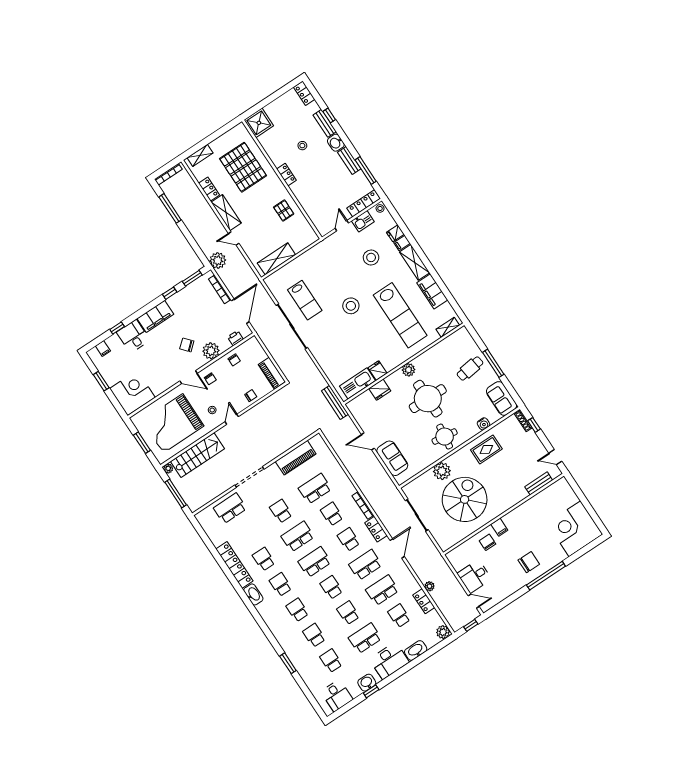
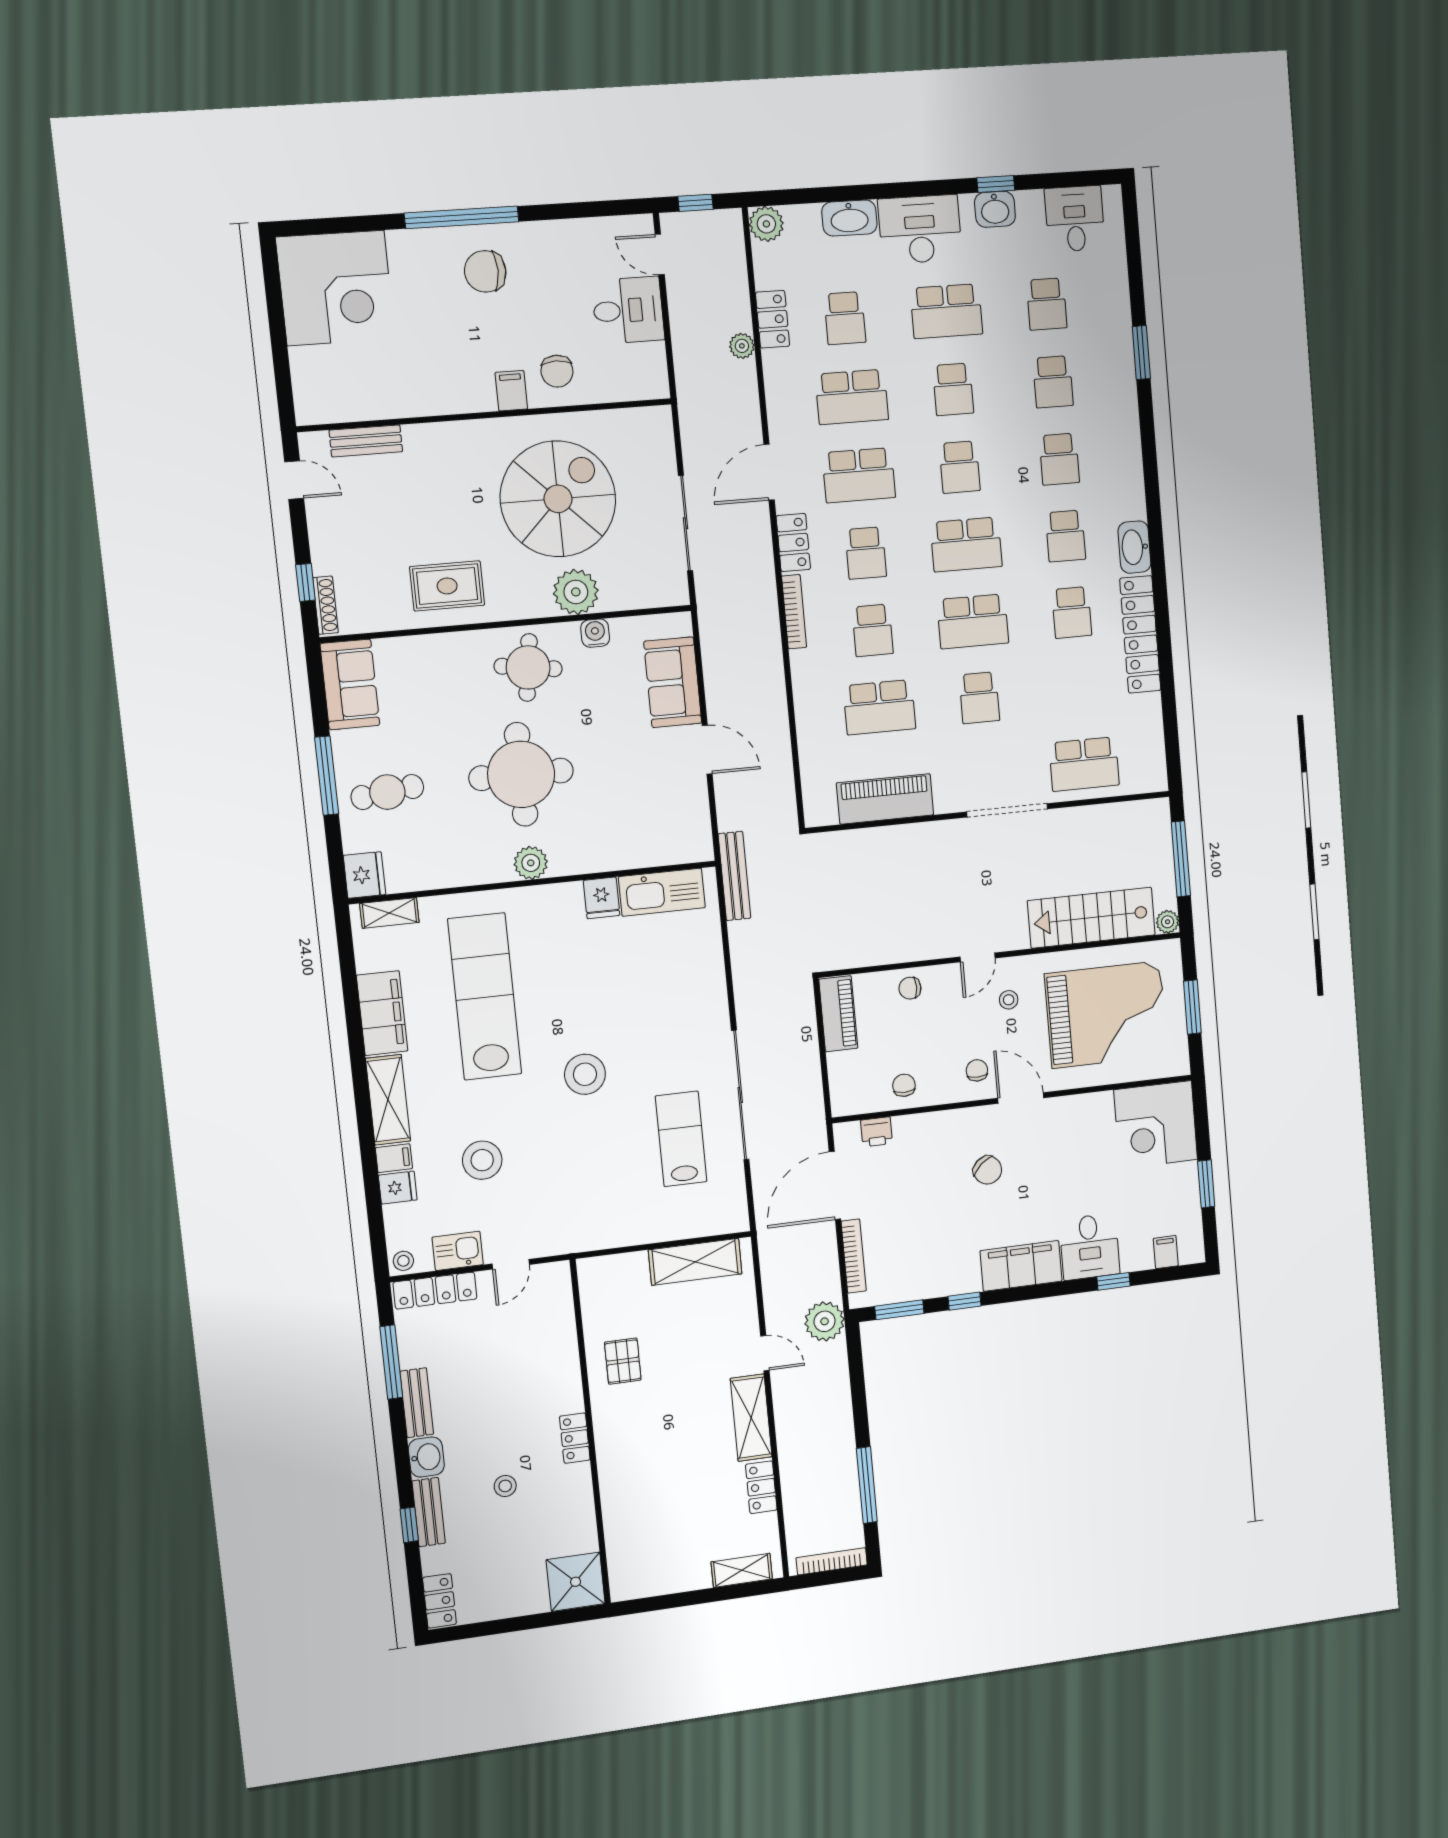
pallet: (243, 167) -> (662, 1500), removed
plant: (211, 351) -> (943, 1131), removed
fridge: (380, 390) -> (364, 875), moved, turned 90
water cooler: (483, 424) -> (595, 633), moved
spiral stairs: (465, 499) -> (558, 499), turned 180

